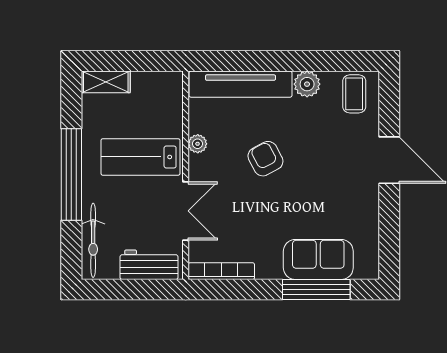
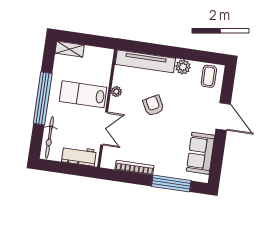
sofa: (318, 259) -> (200, 153), moved, turned -90
bookcase: (221, 271) -> (134, 168), moved

